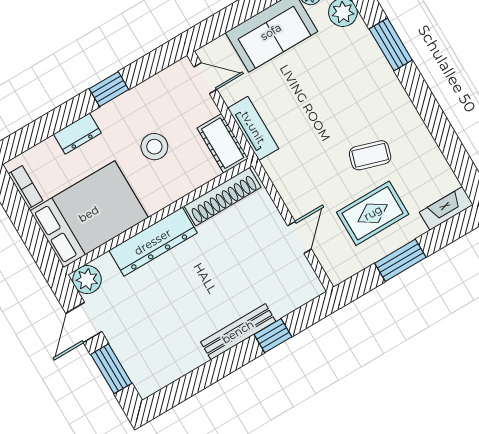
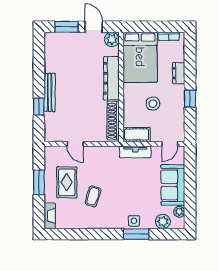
side table: (371, 62) -> (134, 221), added

